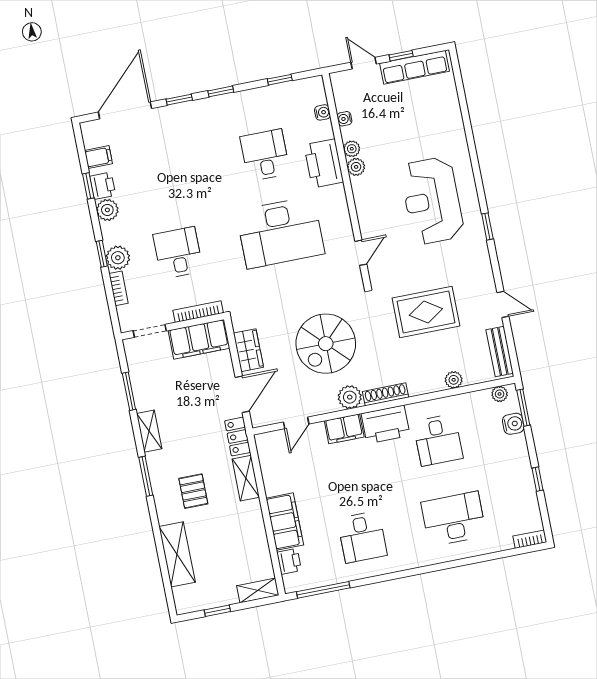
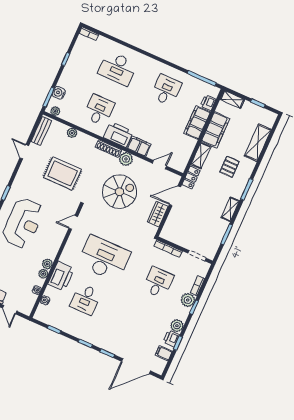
desk: (178, 253) -> (158, 283), turned 180
filing cabinet: (199, 339) -> (216, 130), moved, turned 90

